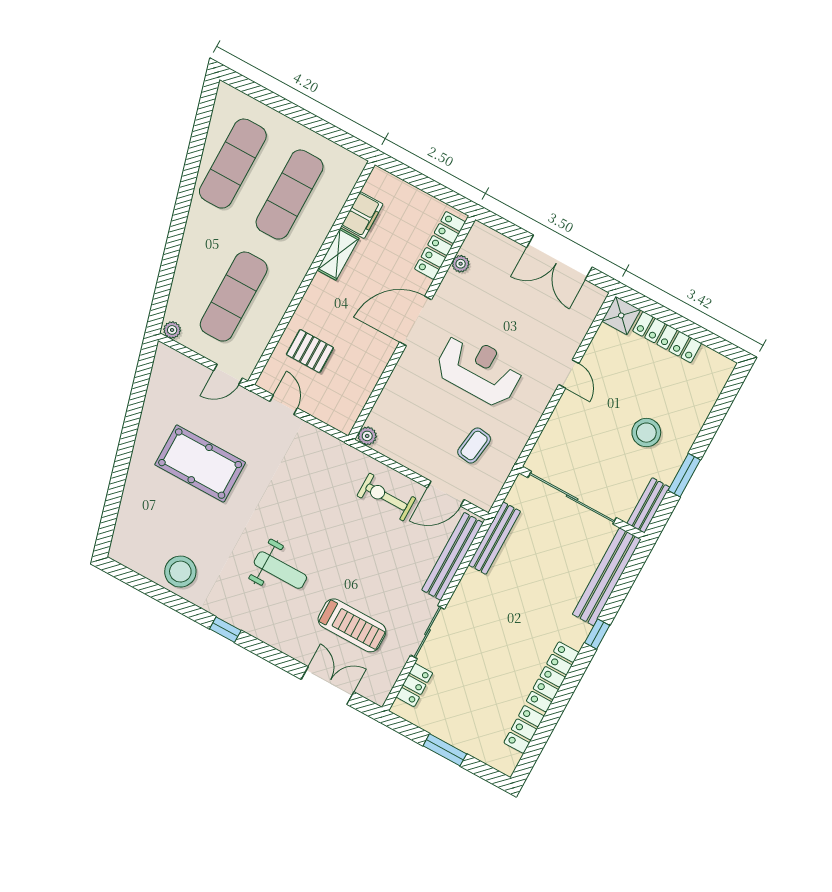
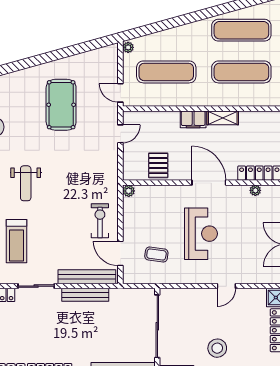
filing cabinet: (362, 215) -> (193, 119), moved
pallet: (310, 351) -> (158, 165), moved
bench: (494, 538) -> (85, 295), moved

